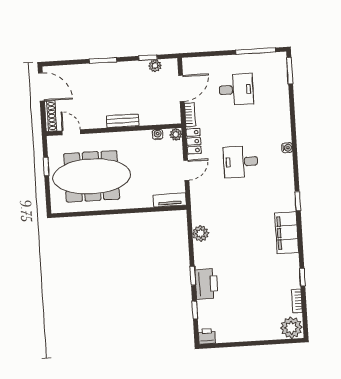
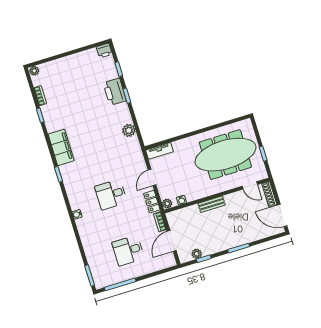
desk: (241, 162) -> (111, 194), turned 180
plant: (291, 328) -> (34, 71), width x0.53, depth x0.53

